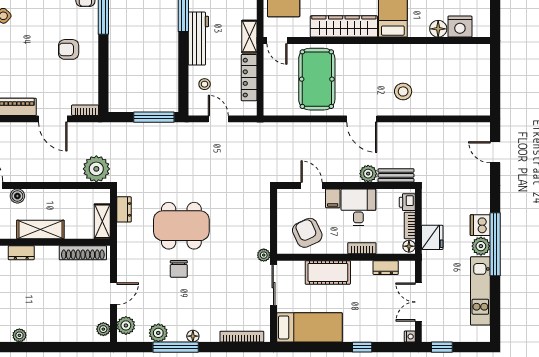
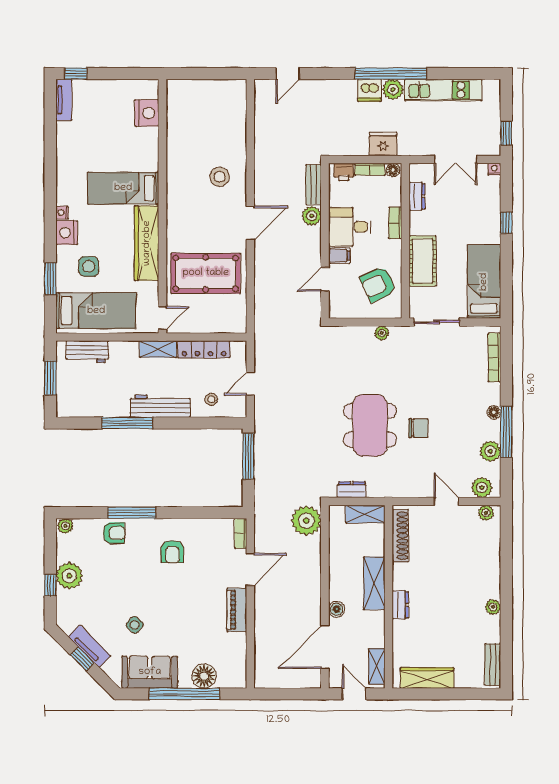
floor lamp: (438, 29) -> (149, 137), removed
plant: (264, 255) -> (382, 333), moved

